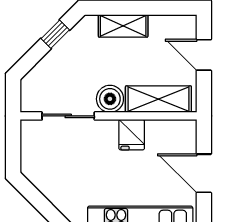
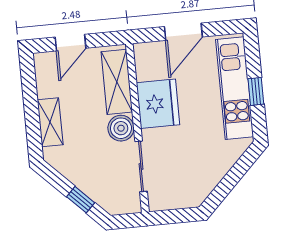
window: (55, 34) -> (81, 200), moved
fridge: (132, 135) -> (158, 104), width x1.88, depth x1.34

